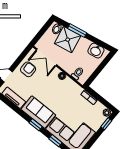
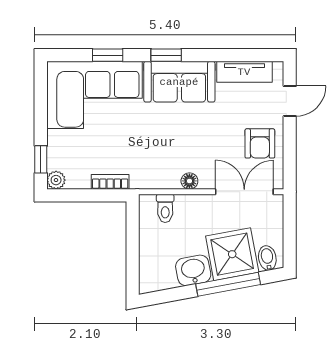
window: (77, 31) -> (228, 284), width x1.44
washbasin: (96, 51) -> (193, 270), moved

